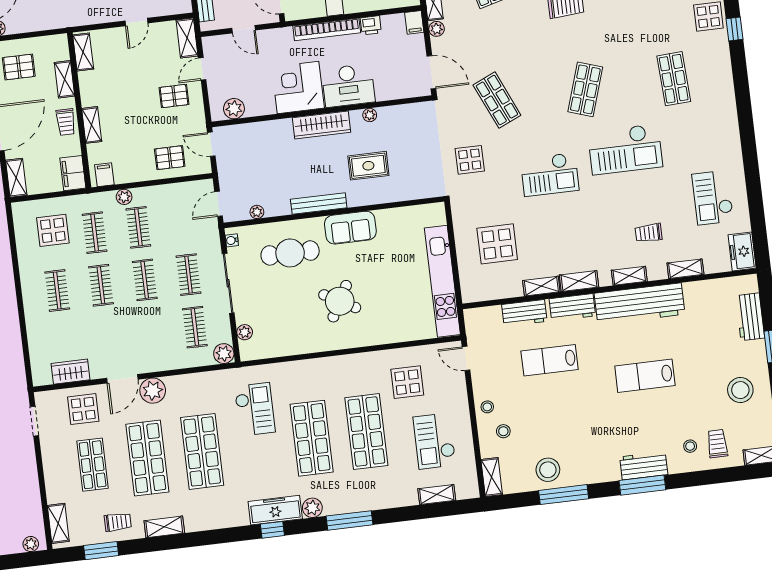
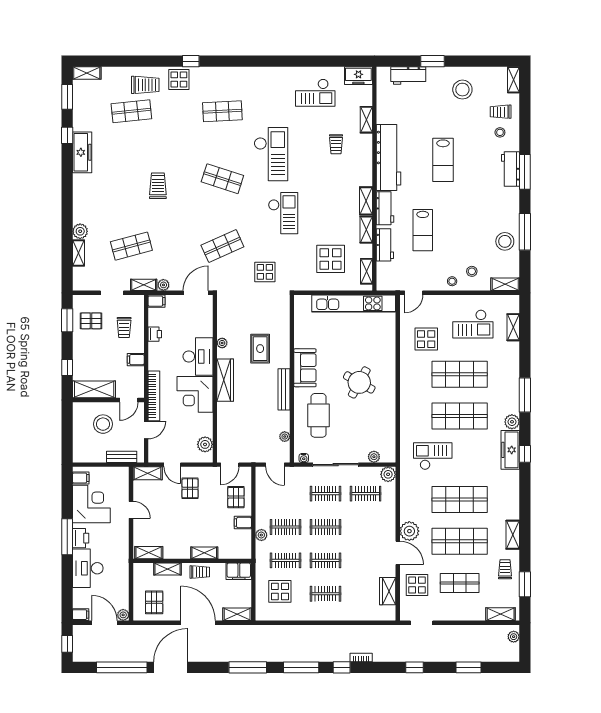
bookcase: (327, 29) -> (154, 396), moved
filing cabinet: (104, 175) -> (243, 523), moved
shelving: (629, 276) -> (366, 271), moved

